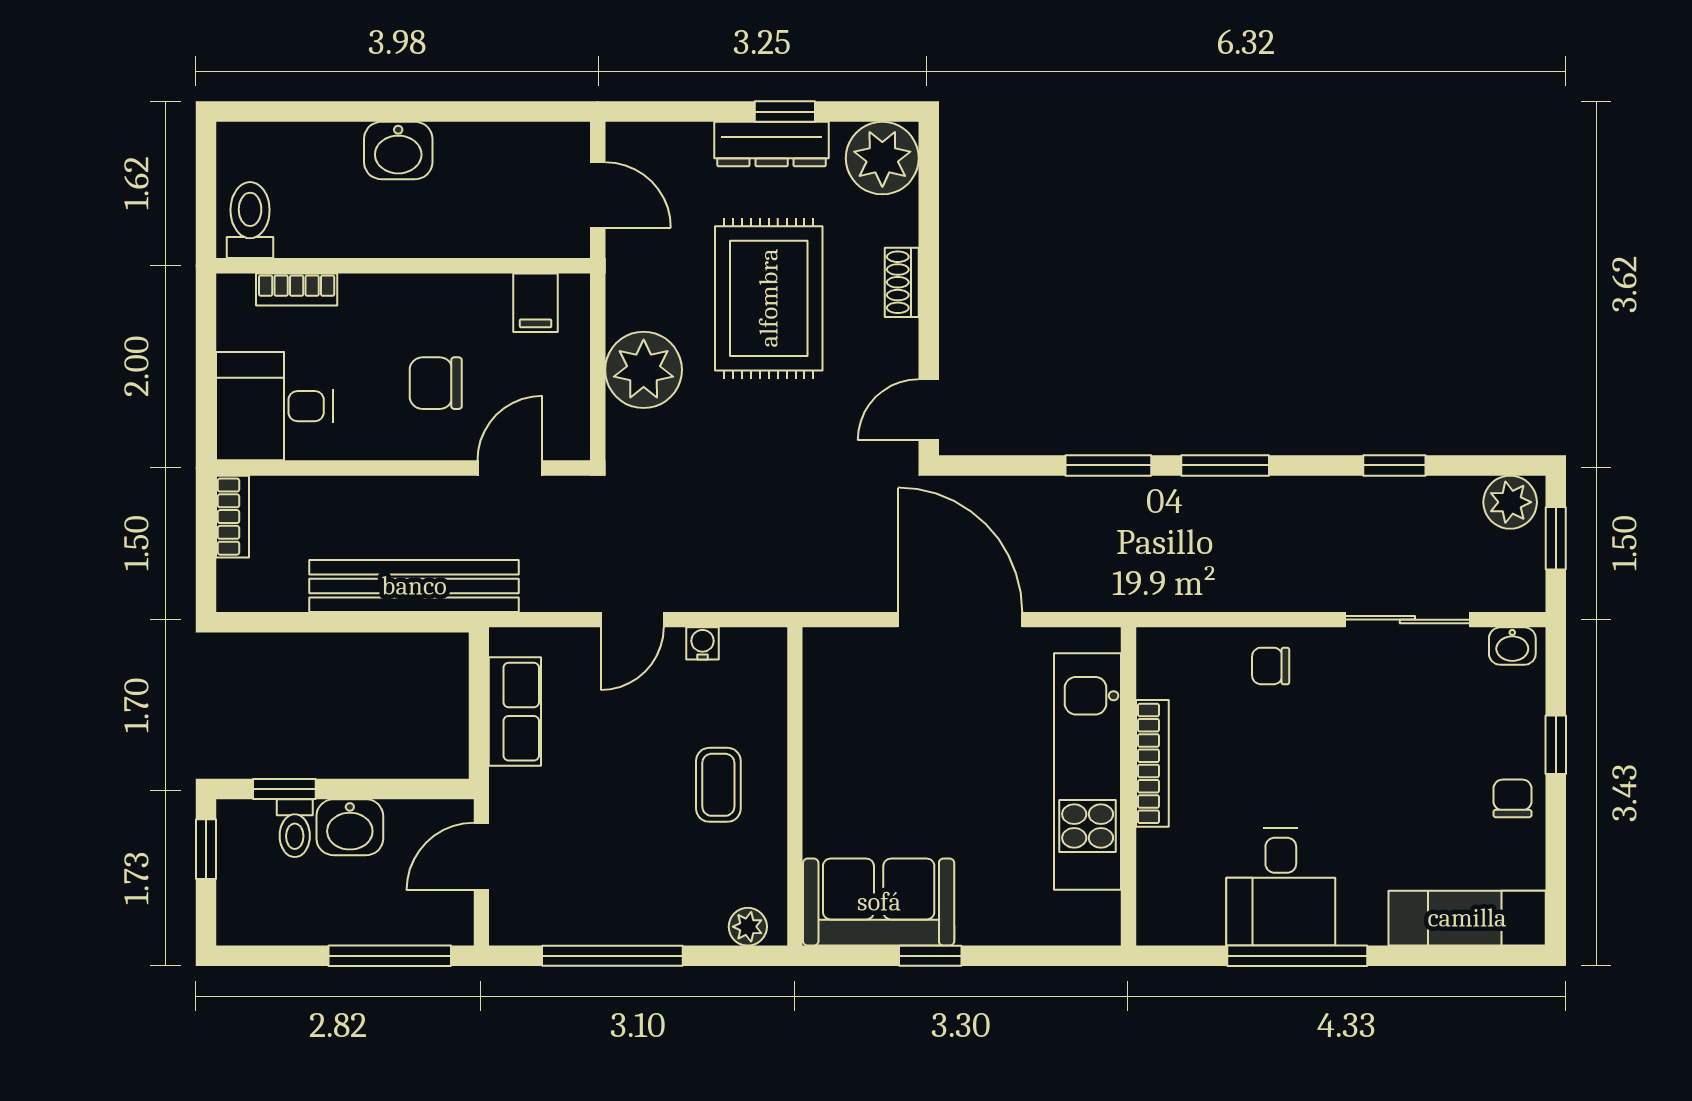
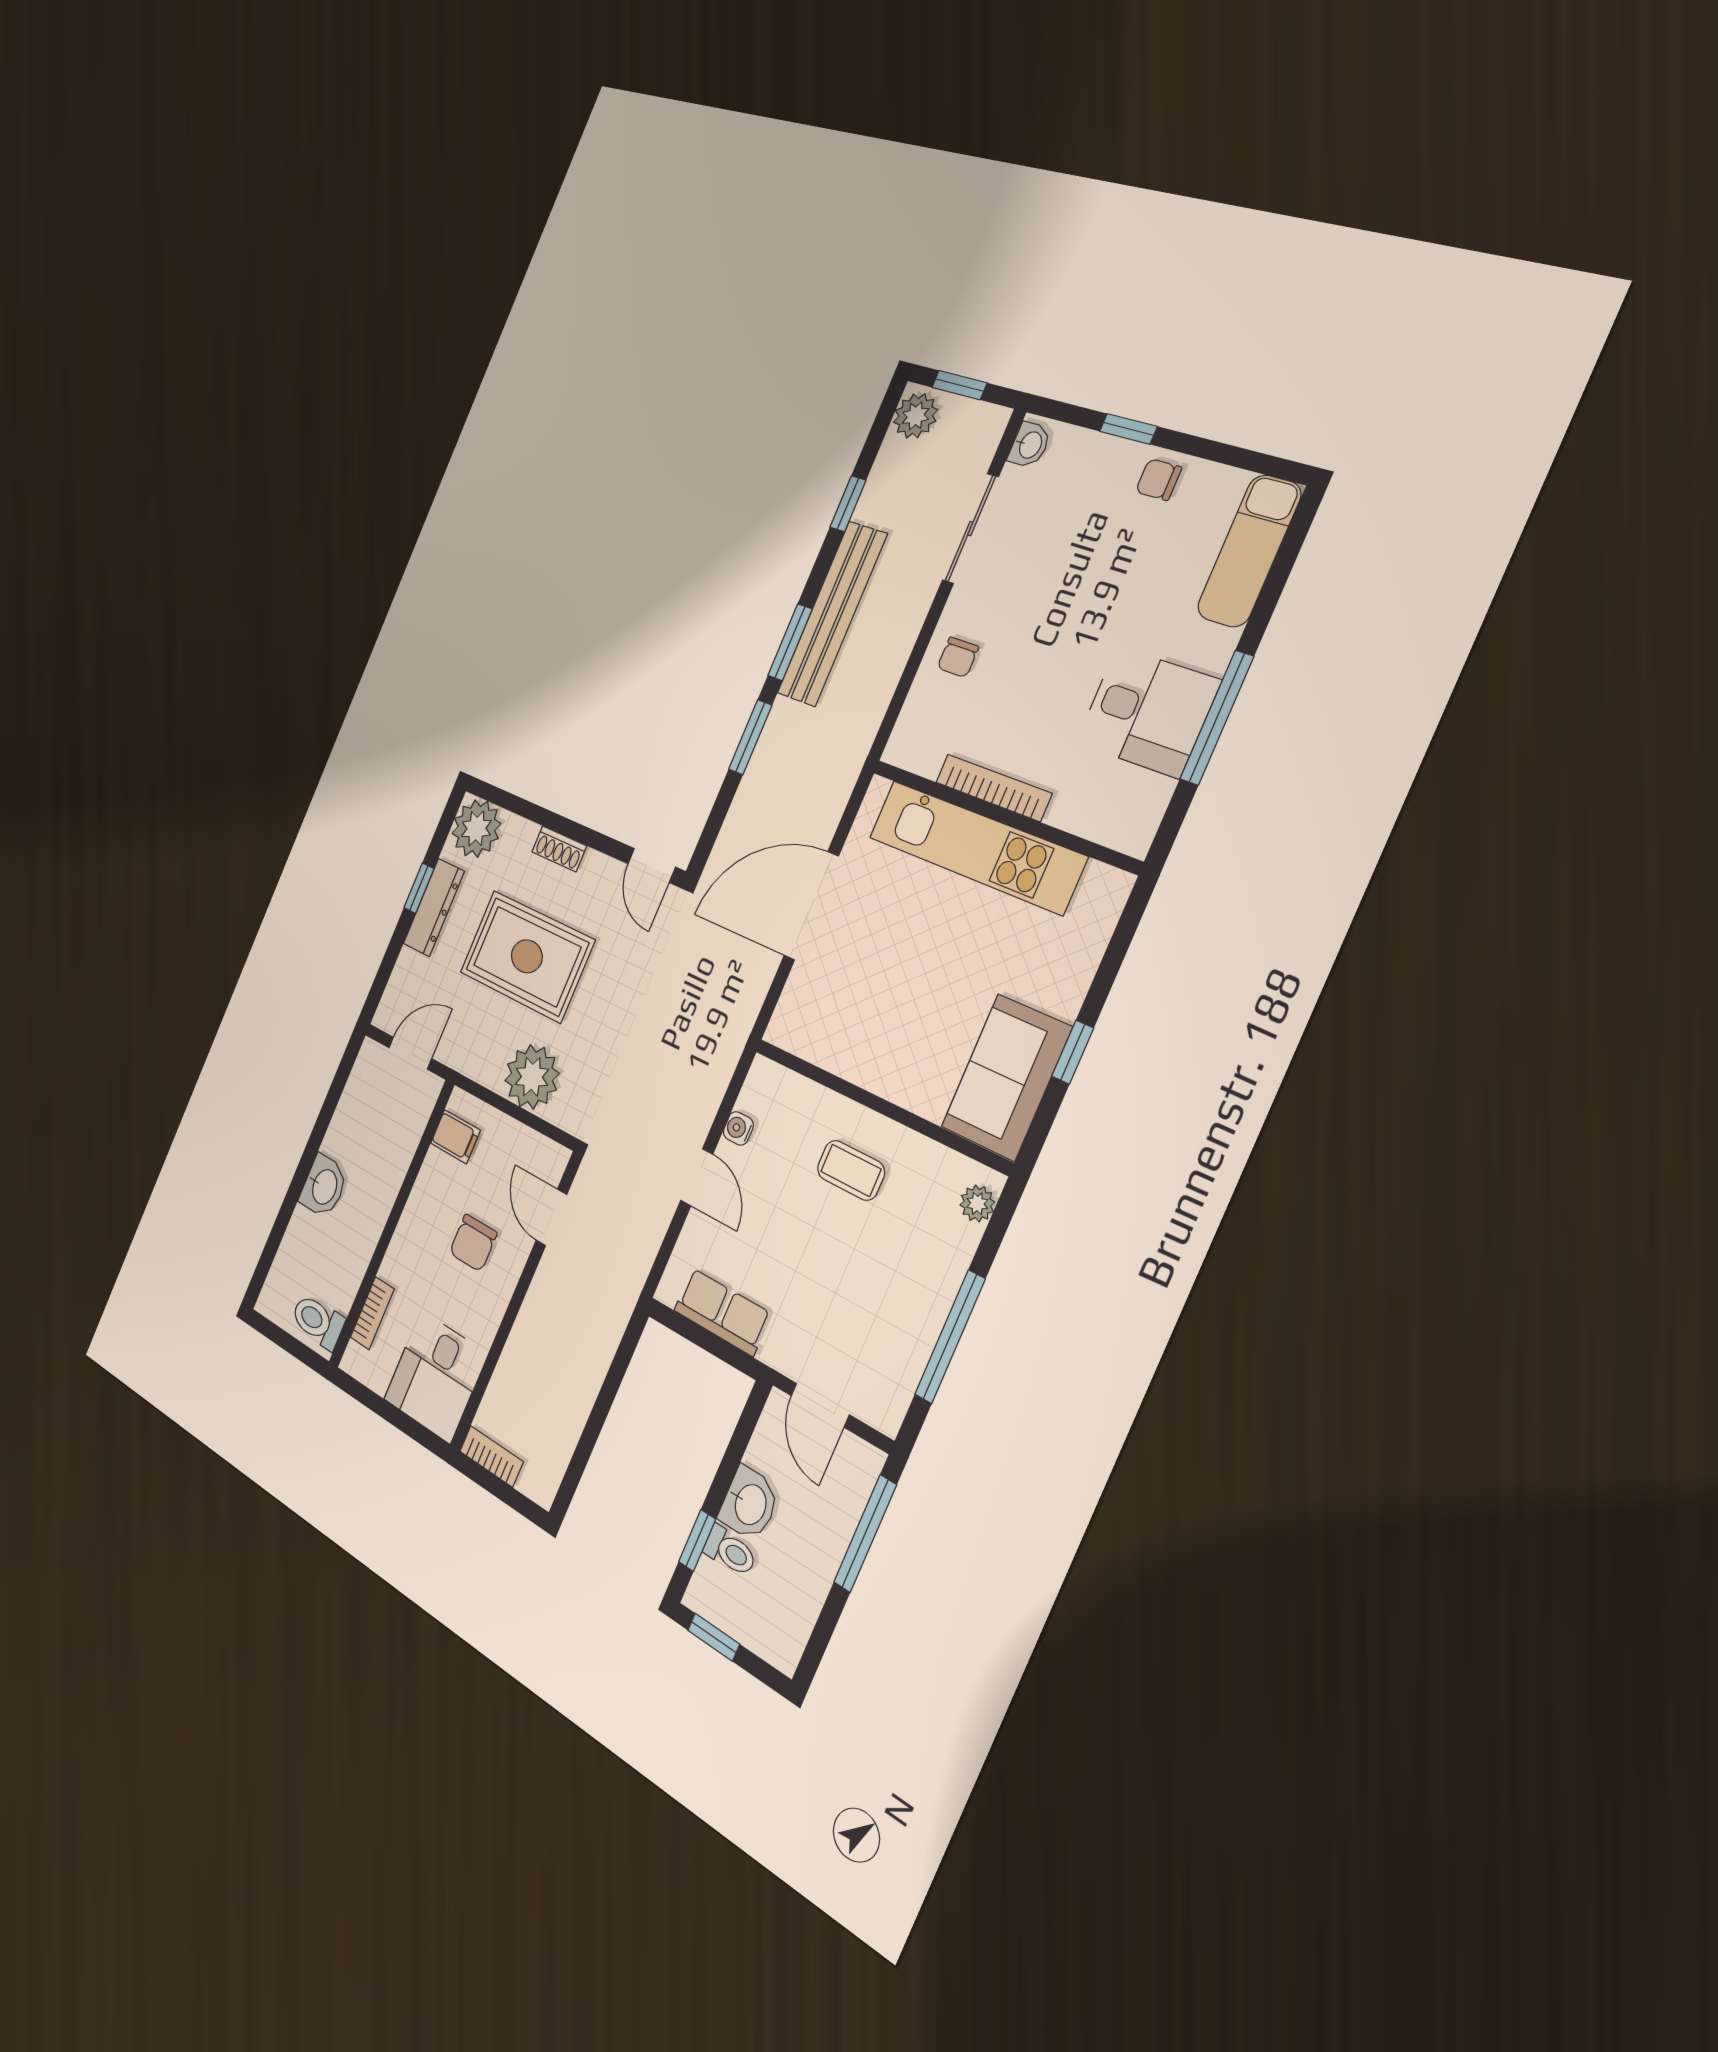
bench: (414, 586) -> (832, 614), moved

